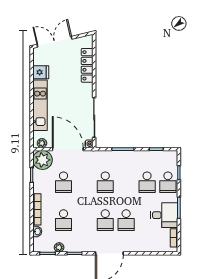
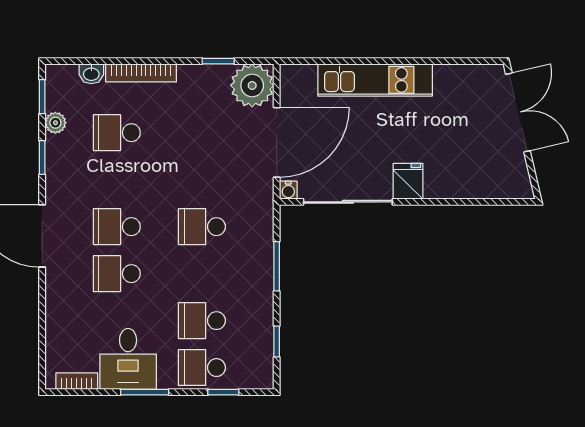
locker: (87, 65) -> (465, 186), removed
fridge: (41, 72) -> (408, 181), moved, turned 180
plant: (42, 143) -> (290, 84), removed
school desk: (63, 182) -> (202, 133), removed

